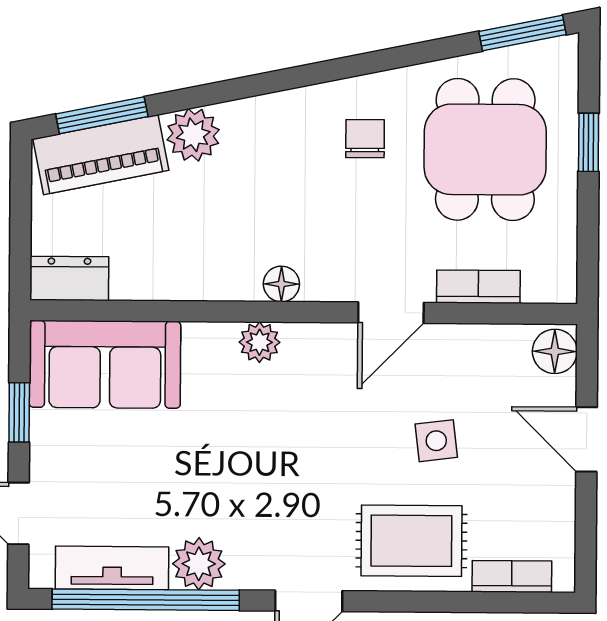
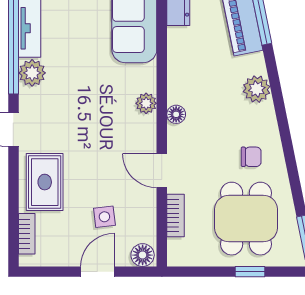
plant: (193, 135) -> (257, 89), moved
dining table: (485, 149) -> (246, 219), turned 90
side table: (436, 441) -> (104, 217), moved

